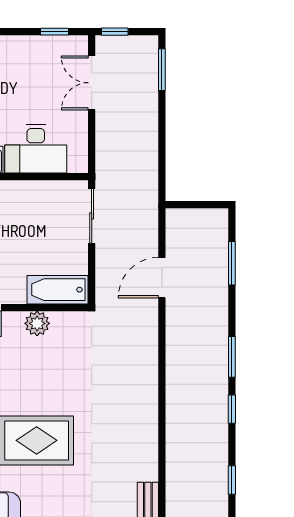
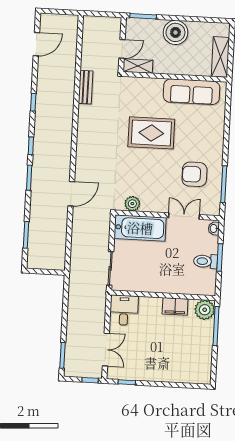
desk: (36, 149) -> (124, 310), moved, width x0.73
door: (162, 278) -> (71, 194), moved
bathtub: (58, 290) -> (140, 228), width x1.36, depth x1.36
plant: (37, 323) -> (132, 204), moved

